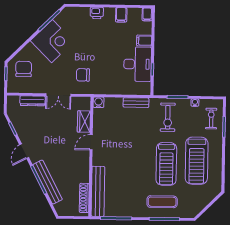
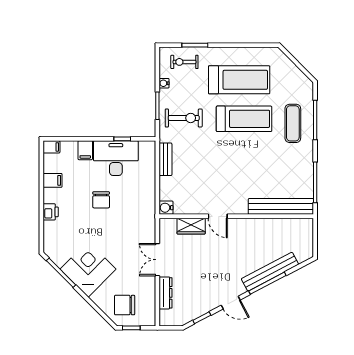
chair: (83, 75) -> (101, 200), moved
double door: (58, 95) -> (157, 260), swing flipped
shoe rack: (84, 198) -> (290, 224), removed

